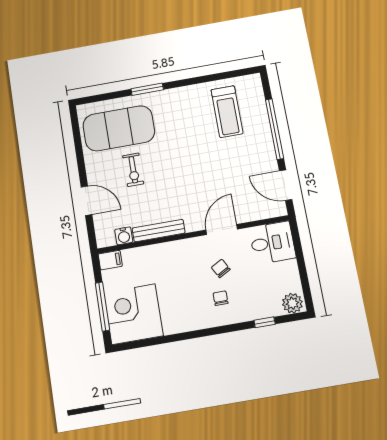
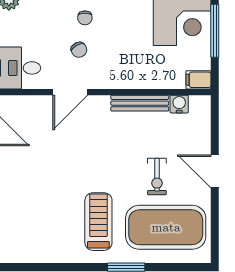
treadmill: (227, 112) -> (98, 222), moved
exercise bike: (133, 170) -> (157, 177), turned 180
door: (87, 201) -> (215, 171), moved

